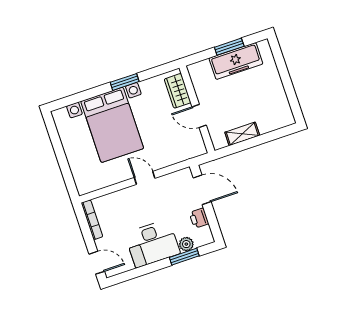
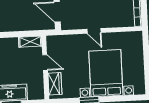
shelving: (242, 134) -> (30, 42), moved

